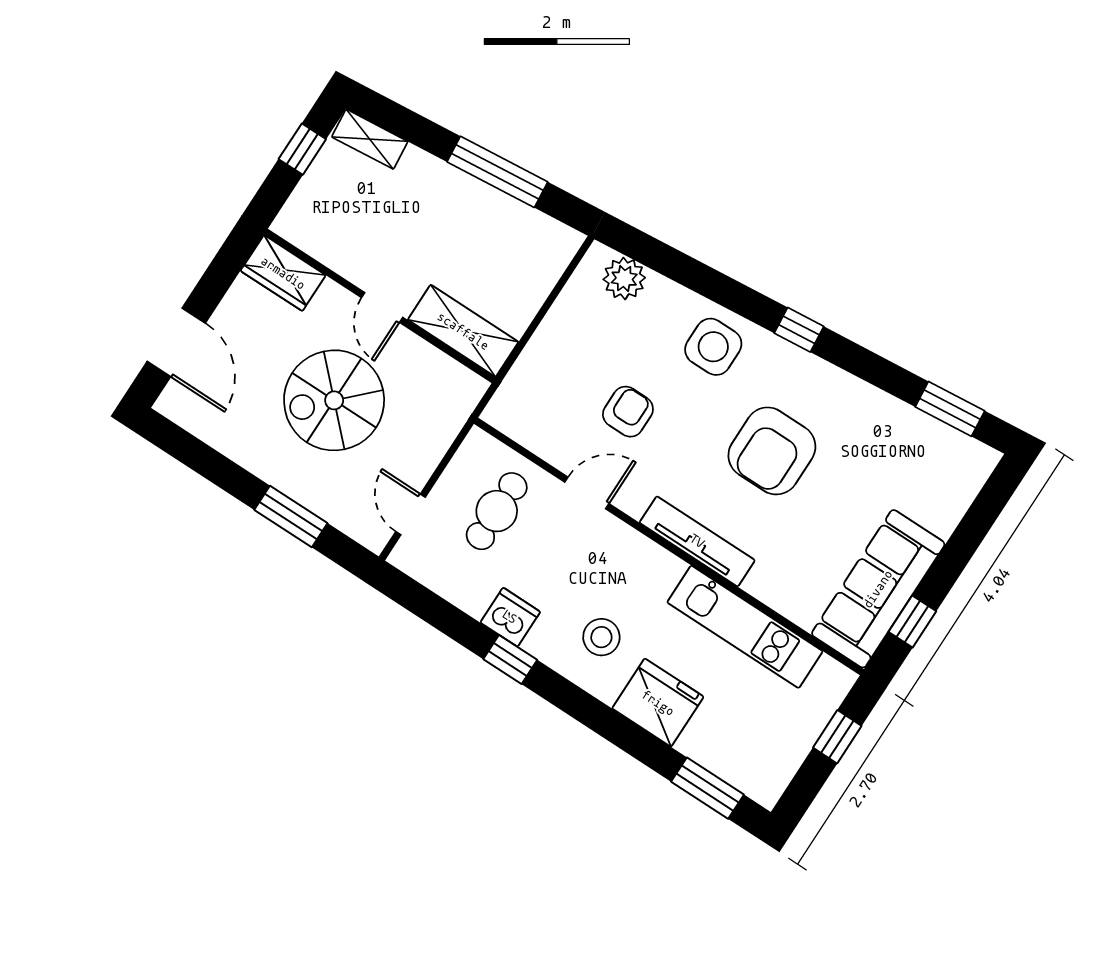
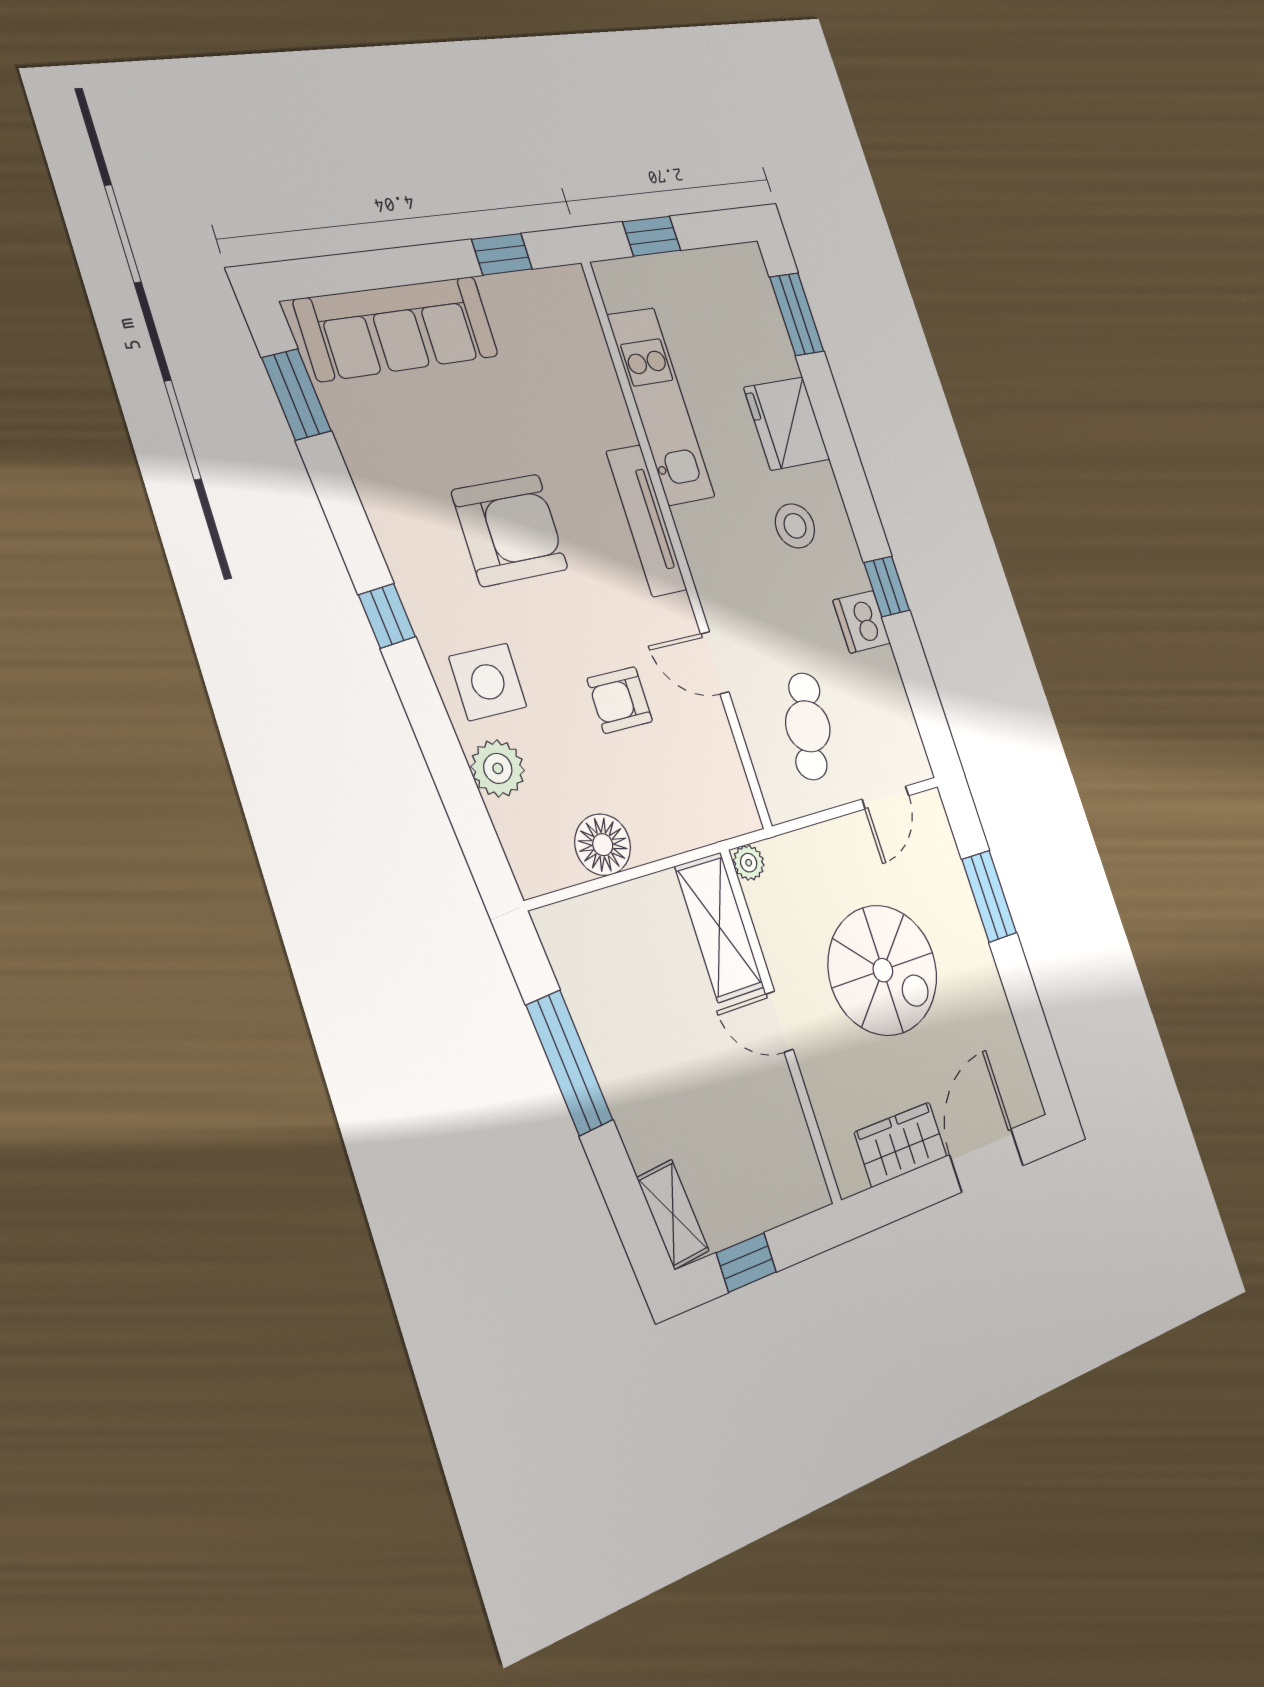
wardrobe: (283, 273) -> (901, 1144), moved, turned -90
plant: (624, 279) -> (498, 768), moved
door: (382, 308) -> (779, 1022), swing flipped
floor lamp: (572, 314) -> (603, 845), added
plant: (473, 387) -> (749, 863), added
cafe table: (497, 511) -> (808, 726), turned -75
sofa: (878, 589) -> (397, 328), moved

